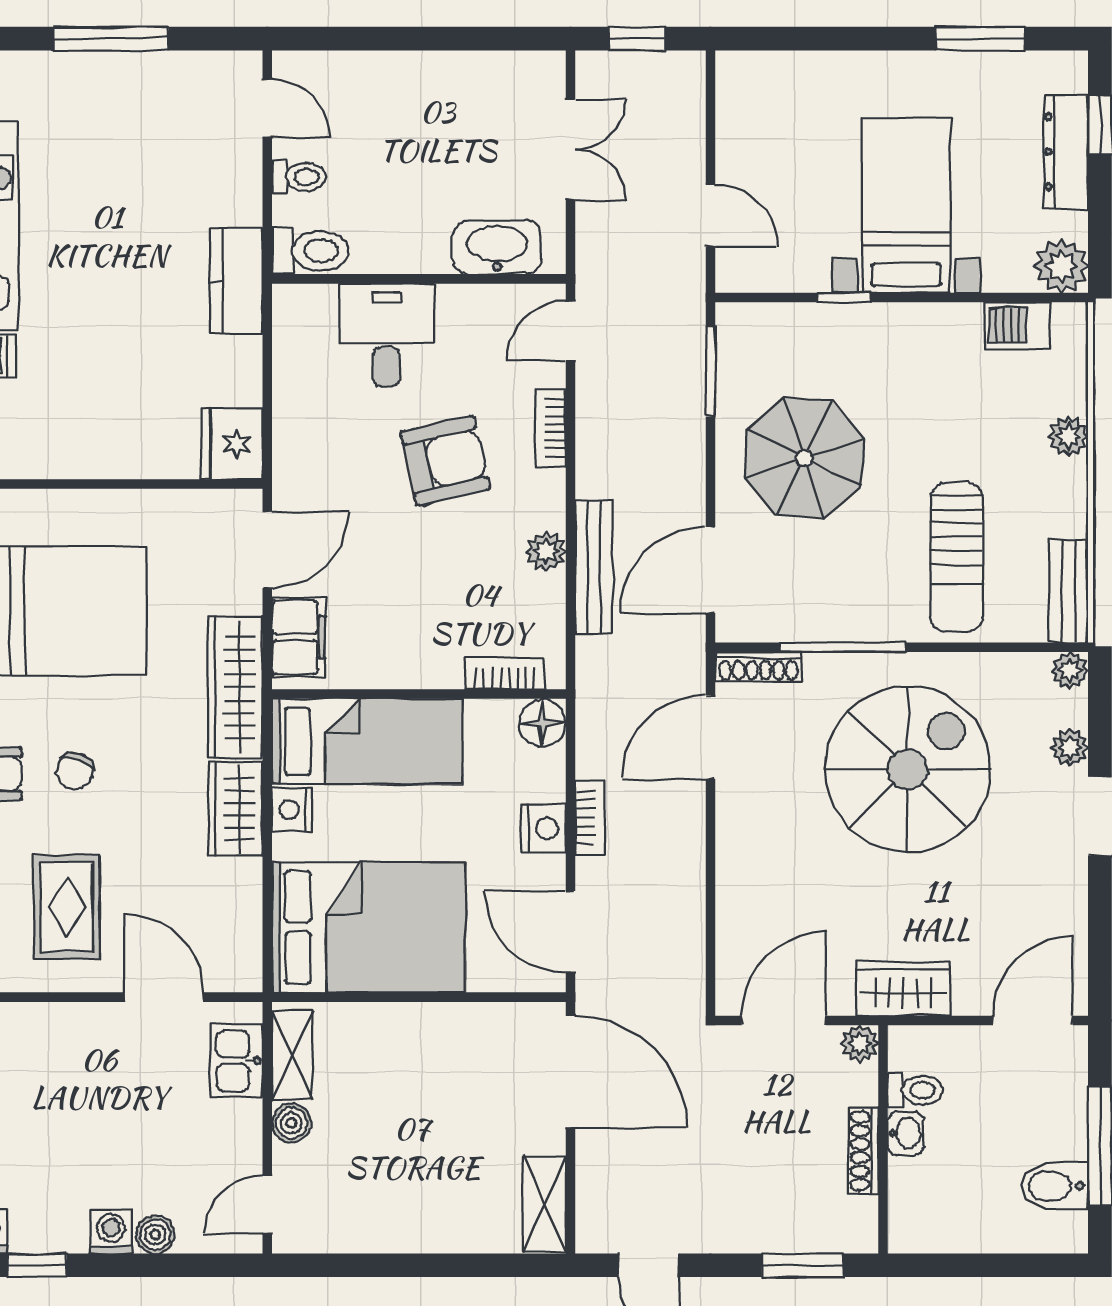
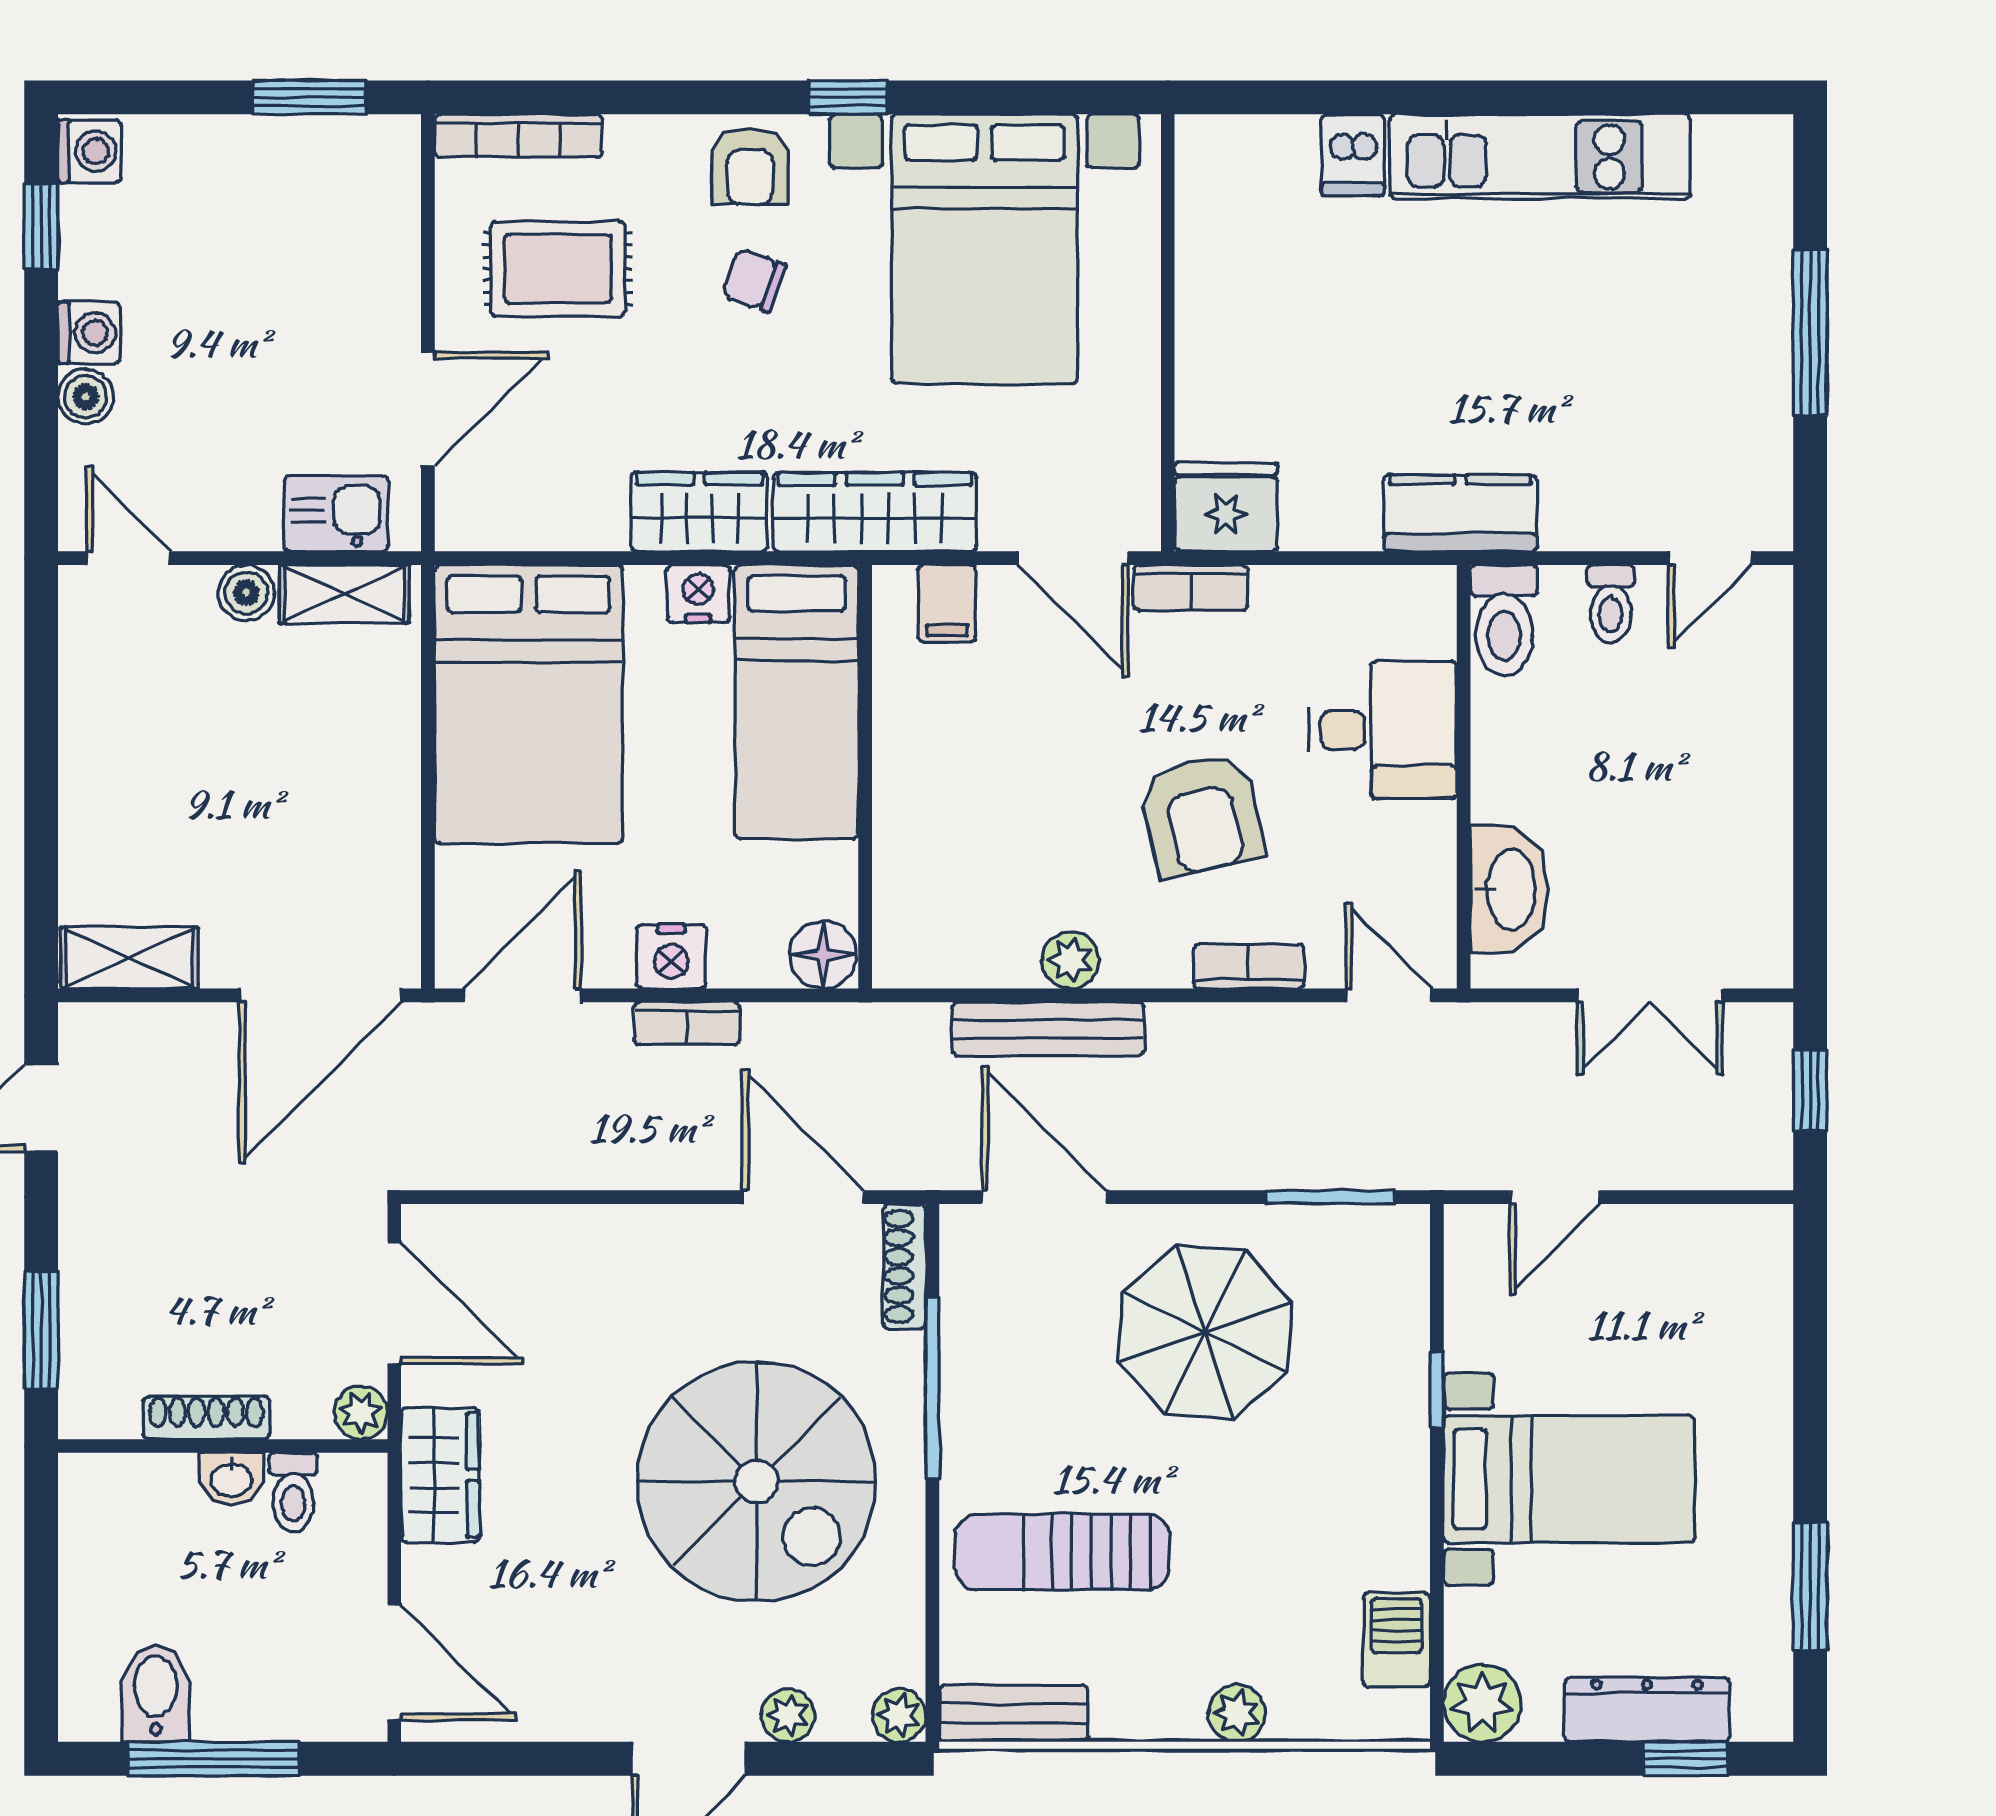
filing cabinet: (299, 637) -> (947, 603), width x0.50
bookcase: (505, 673) -> (1191, 588), moved, turned 90

